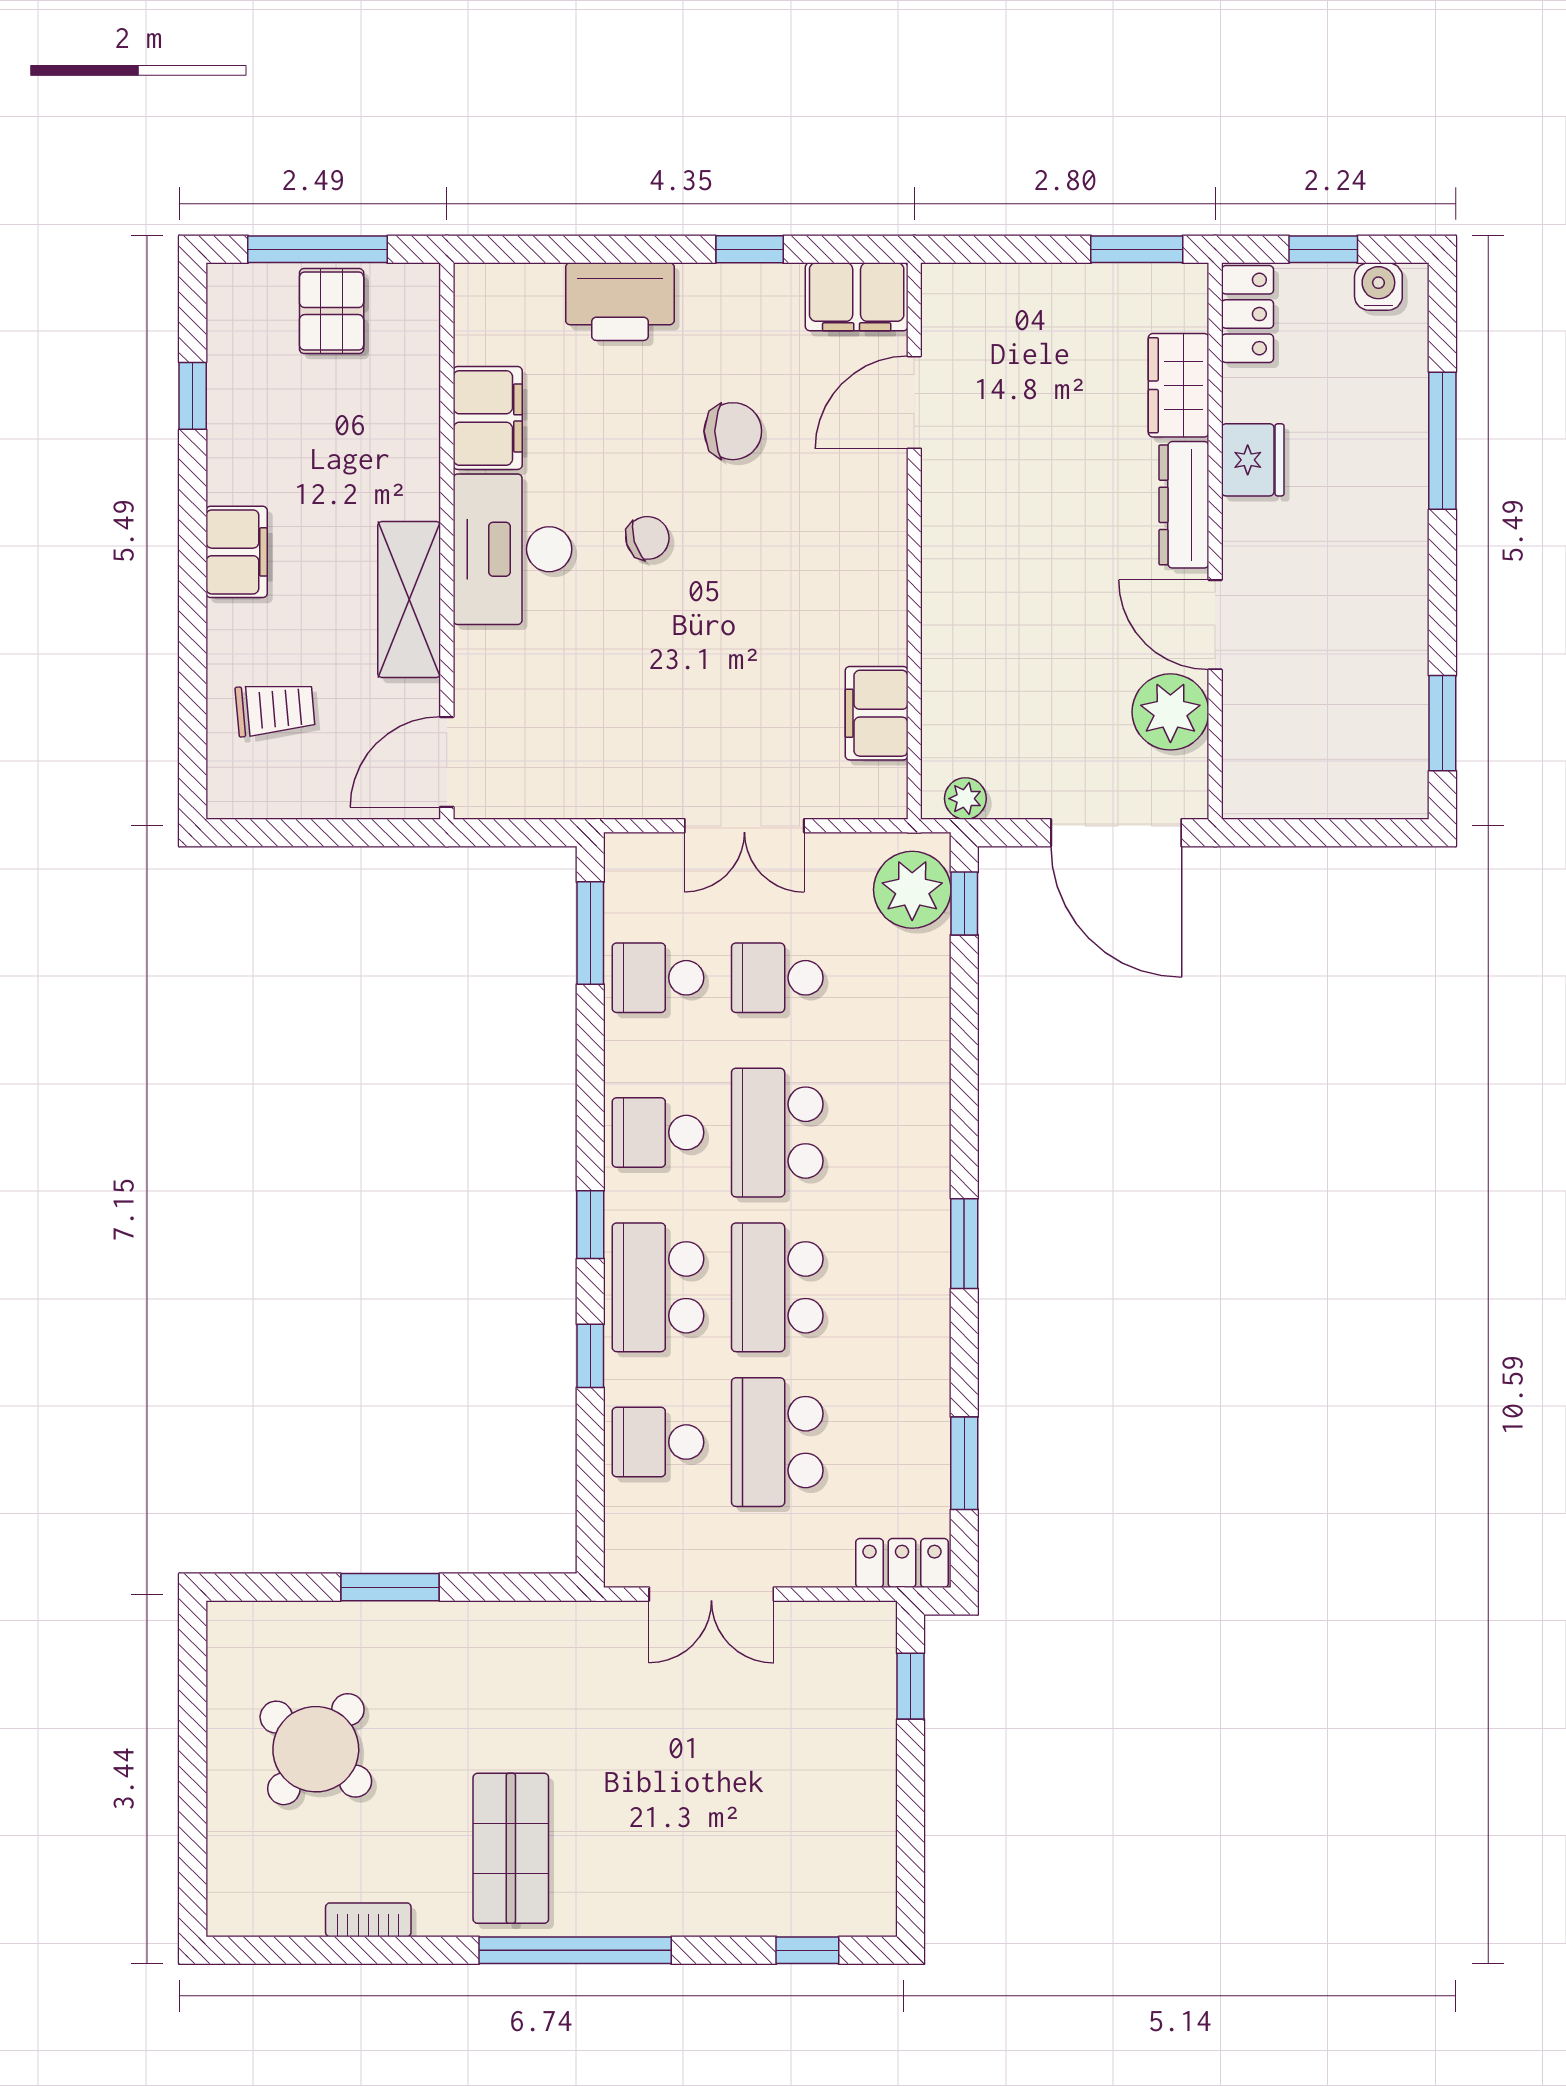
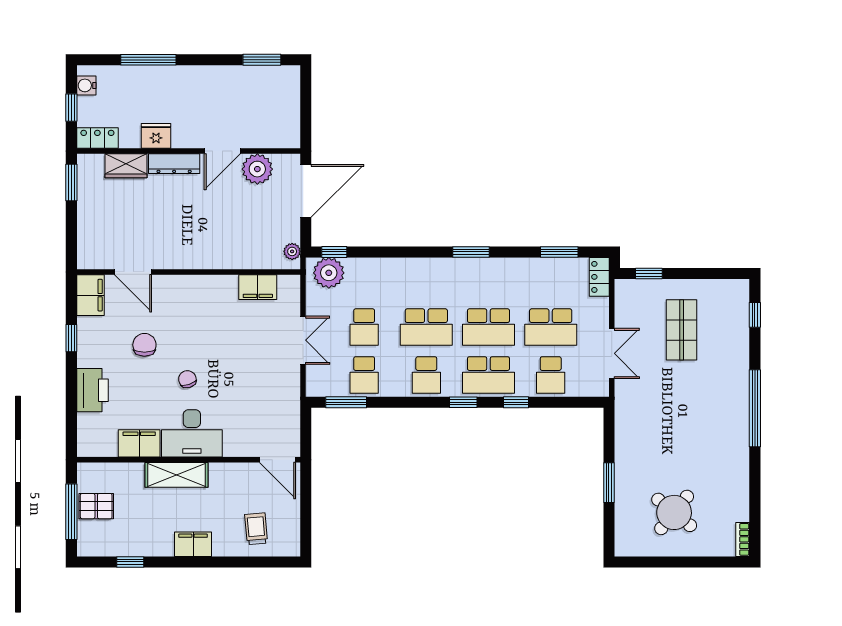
shelving: (409, 600) -> (176, 475), moved
shop shelf: (511, 1848) -> (682, 330), moved, turned 90
bookcase: (368, 1920) -> (743, 539), moved

